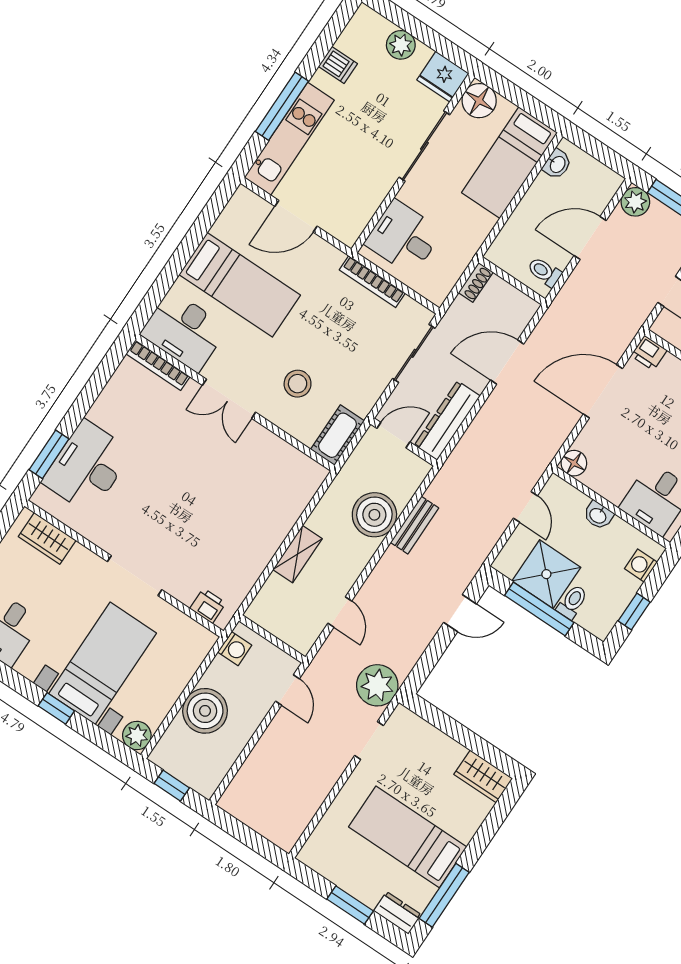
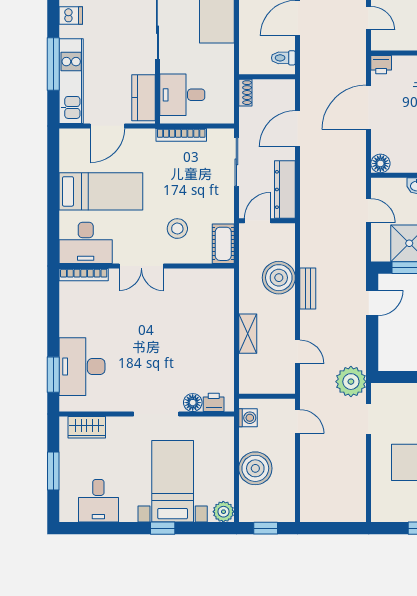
kitchen counter: (358, 212) -> (144, 98), added
bench: (415, 525) -> (308, 289), moved
floor lamp: (184, 590) -> (193, 403), added

